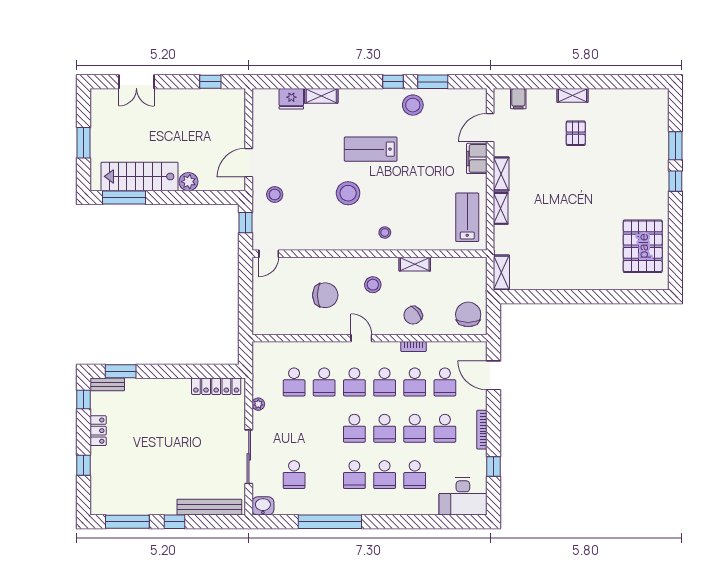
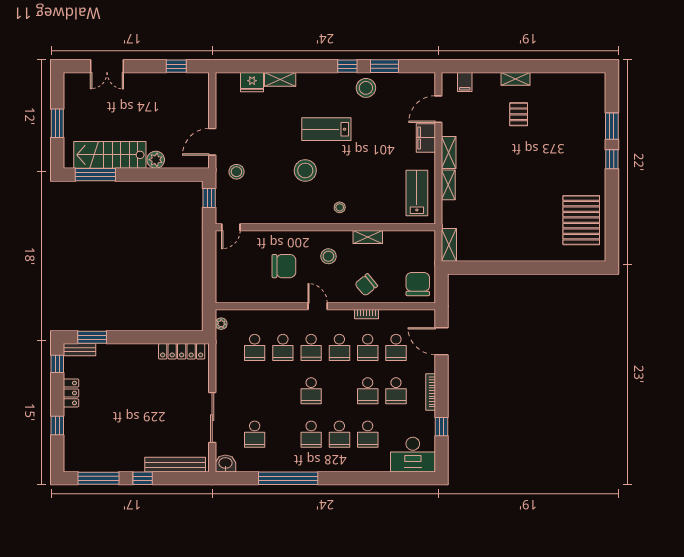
plant: (258, 404) -> (221, 324), moved
school desk: (385, 428) -> (339, 391), removed

